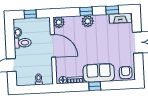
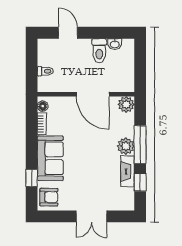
window: (86, 11) -> (140, 145), width x2.17
window: (30, 14) -> (140, 64), removed
fireplace: (120, 18) -> (128, 171), moved
door: (53, 46) -> (93, 94), hinge flipped
window: (95, 86) -> (32, 178), moved

